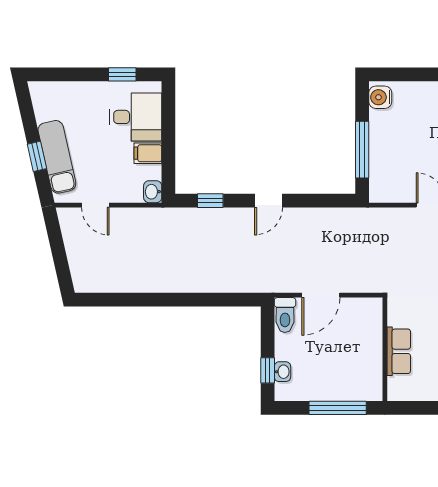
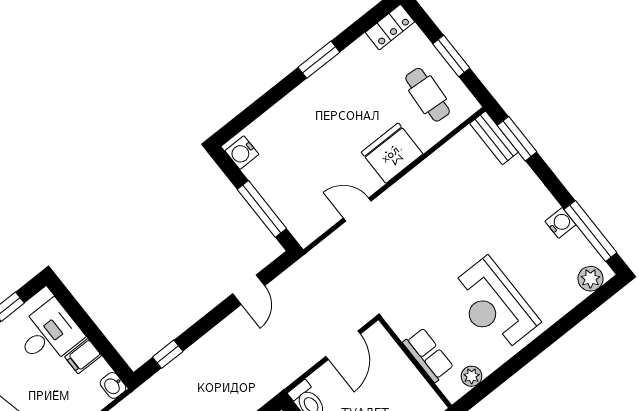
door: (269, 201) -> (249, 290), moved
door: (321, 295) -> (343, 345), moved
plant: (418, 392) -> (472, 376), added

